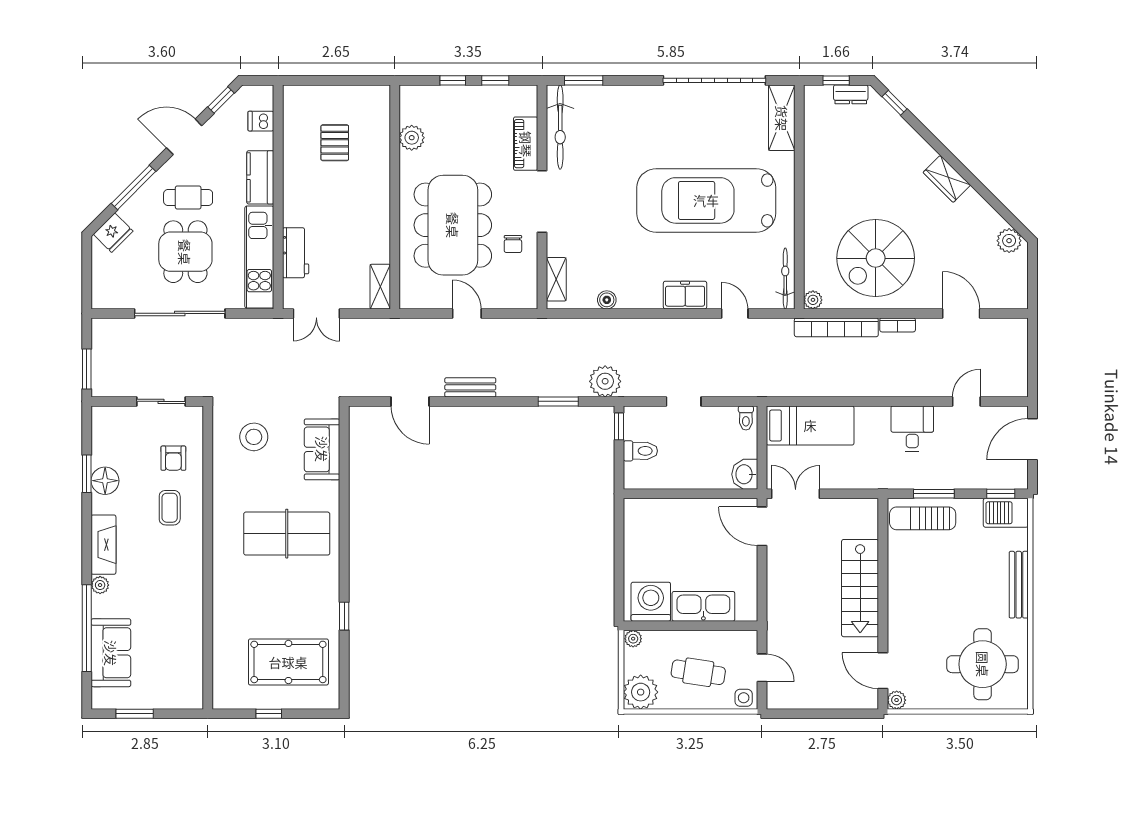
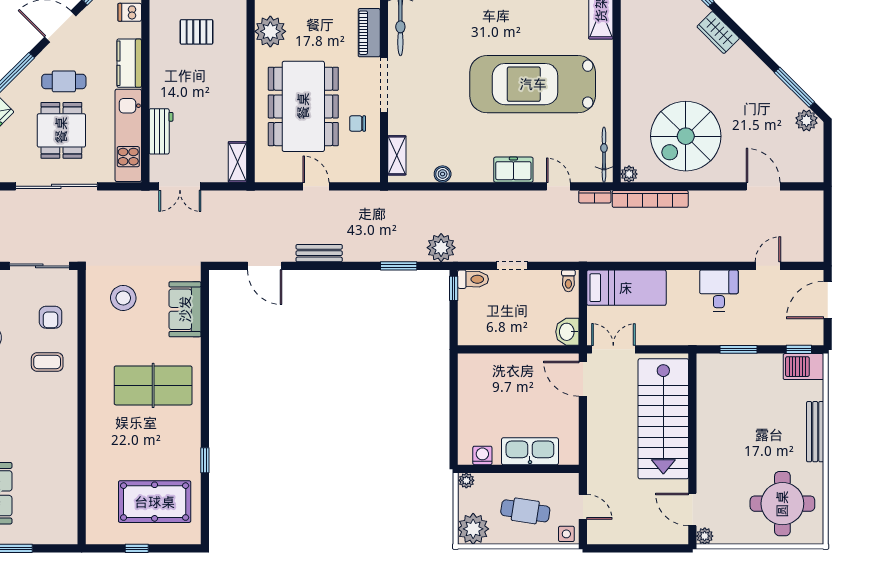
plant: (412, 138) -> (270, 31), width x1.36, depth x1.36
pallet: (335, 143) -> (197, 32), turned 90
wardrobe: (947, 179) -> (718, 32), moved
window: (996, 204) -> (794, 87), added
chair: (513, 244) -> (358, 124), turned 90
bookcase: (898, 325) -> (595, 197), moved
sliding door: (161, 401) -> (39, 266), width x1.37
toilet: (640, 451) -> (473, 279), moved
coffee table: (170, 508) -> (47, 362), turned 90
sun lounger: (923, 518) -> (728, 372), removed
stairs: (860, 588) -> (663, 419), width x1.36, depth x1.51
washing machine: (651, 602) -> (482, 455), width x0.53, depth x0.53

